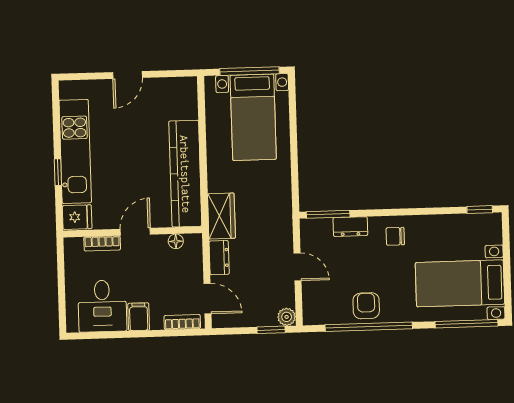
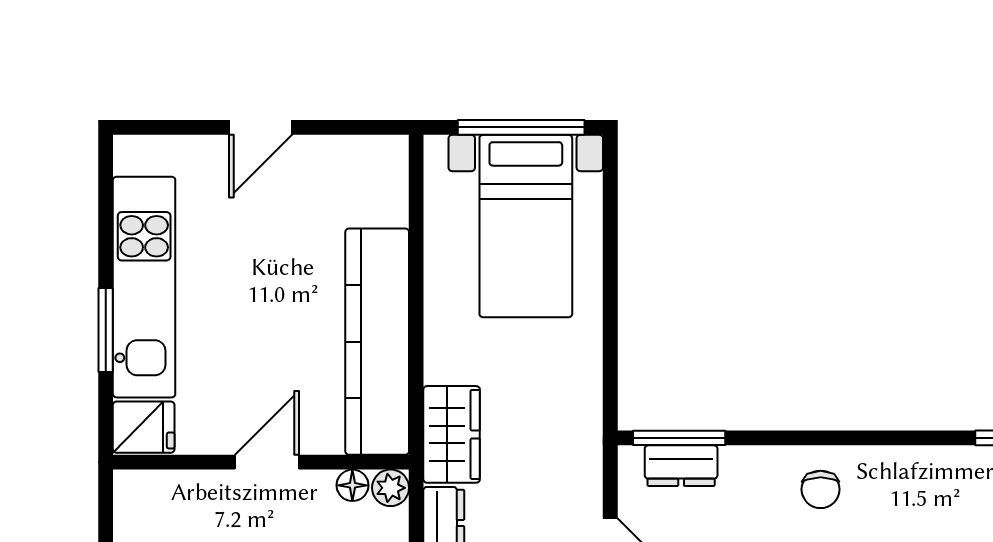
window: (58, 172) -> (106, 330), width x1.50
dresser: (350, 227) -> (681, 466), moved
chair: (395, 236) -> (821, 489), turned -90
plant: (194, 242) -> (391, 488), added
bookcase: (102, 243) -> (195, 485), removed

